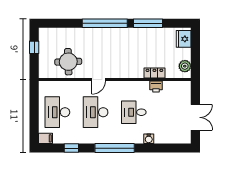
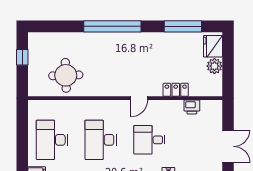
window: (148, 23) -> (183, 26), moved
plant: (185, 66) -> (214, 66), moved
door: (99, 80) -> (139, 98), moved
printer: (156, 86) -> (192, 107), moved

